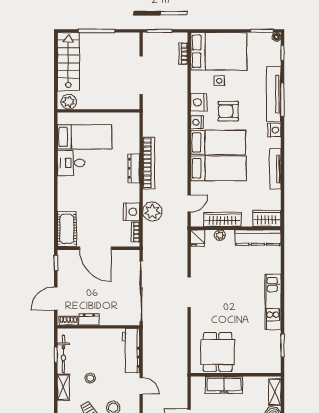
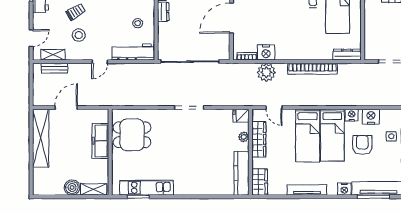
dresser: (134, 168) -> (347, 55), moved
kitchen unit: (273, 302) -> (147, 188), moved
stool: (90, 378) -> (138, 23), moved

